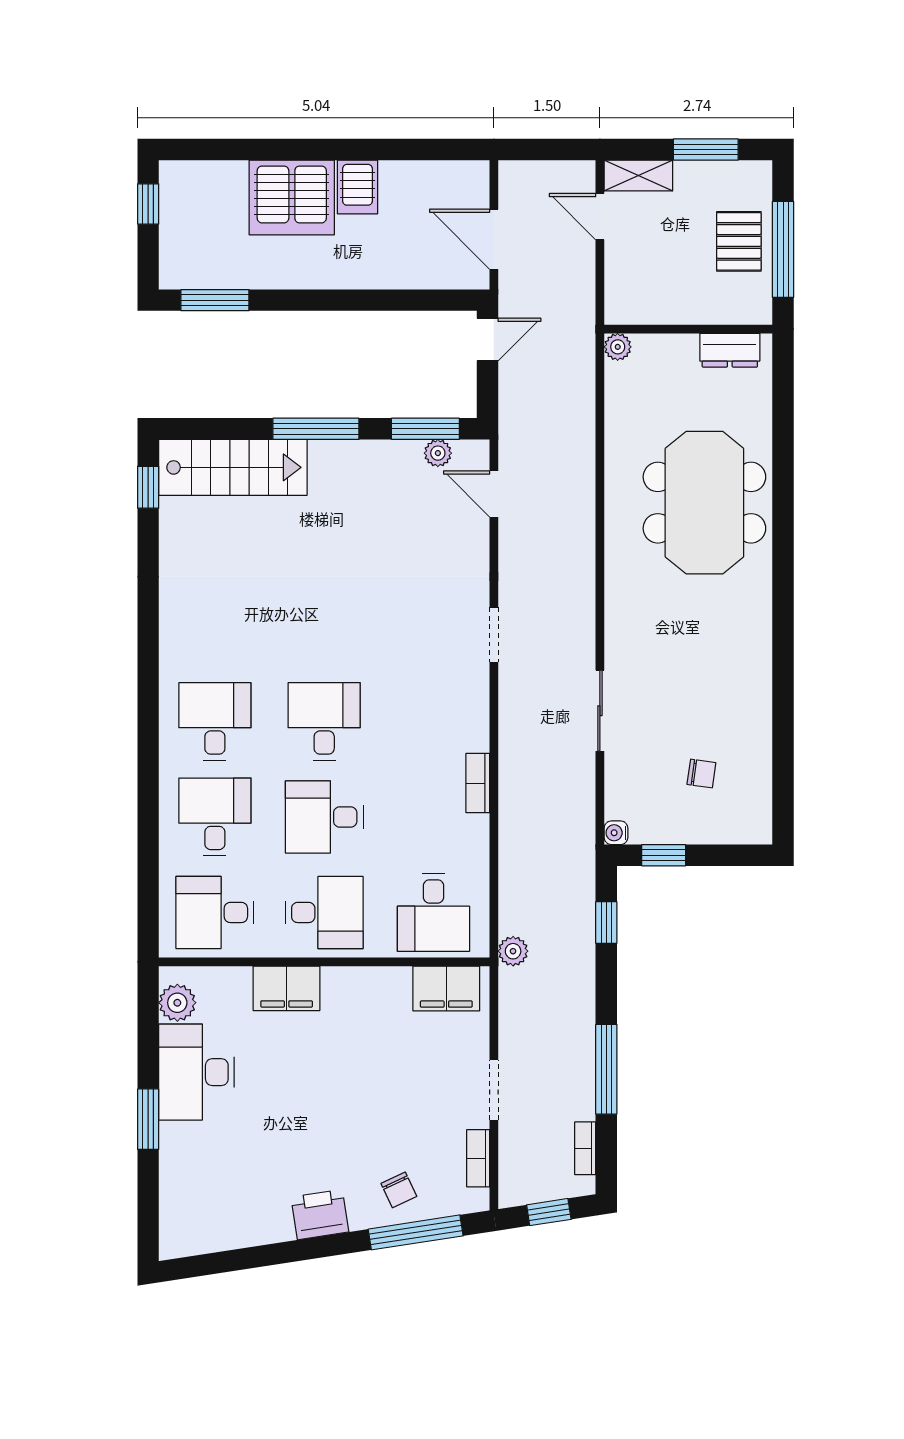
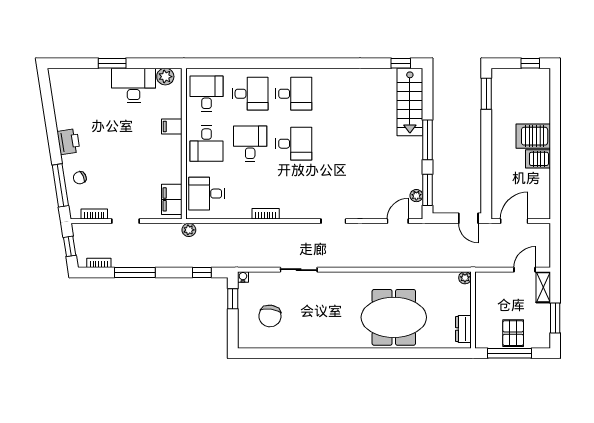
server rack: (292, 197) -> (533, 136), width x0.62
pallet: (739, 241) -> (513, 333), turned 90
chair: (701, 774) -> (270, 316), width x1.87, depth x1.87
filing cabinet: (287, 988) -> (172, 126), width x0.50

